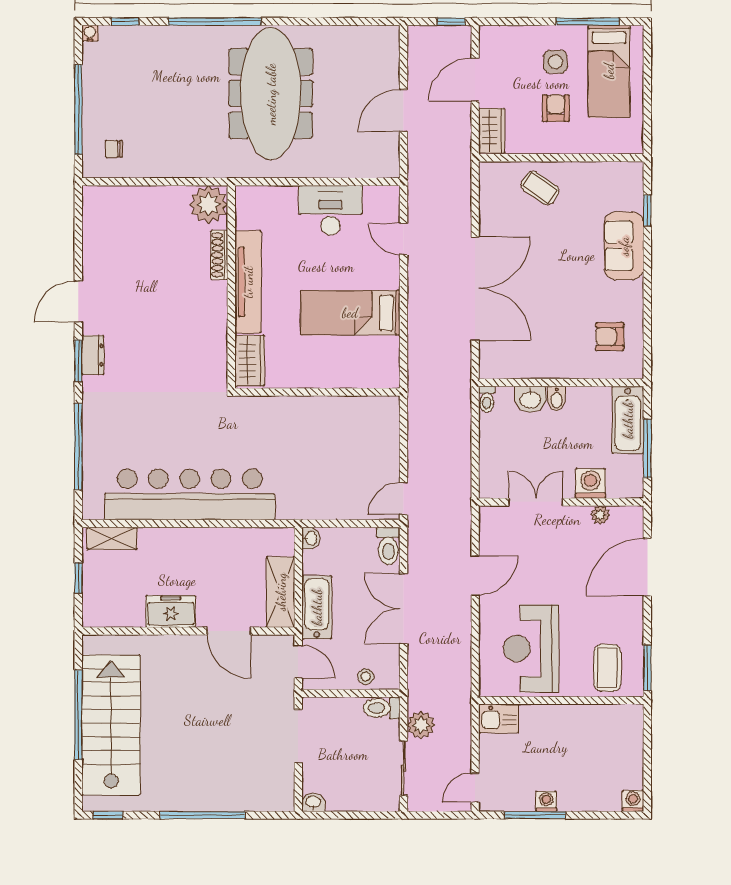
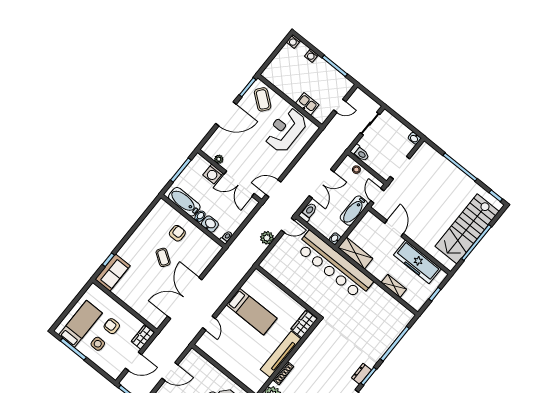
armchair: (556, 108) -> (112, 326), turned 90
coffee table: (540, 188) -> (163, 257), moved
desk: (330, 210) -> (228, 356), removed
sofa: (624, 246) -> (113, 272), moved
double door: (475, 289) -> (185, 298), moved
armchair: (610, 337) -> (177, 233), moved, turned -90
bathtub: (628, 420) -> (184, 202), moved, turned -90
bar counter: (190, 494) -> (334, 265), moved
double door: (536, 502) -> (239, 184), width x1.37
shelving: (112, 538) -> (394, 286), moved
door: (647, 567) -> (226, 114), moved
door: (475, 575) -> (273, 188), moved
shelving: (281, 592) -> (355, 253), moved, turned 90
freezer: (171, 611) -> (417, 262), width x1.91, depth x1.26
reception desk: (531, 649) -> (285, 130), turned 180
coffee table: (607, 668) -> (263, 99), turned -52
kitchen sink: (499, 718) -> (307, 104), moved
plant: (421, 725) -> (267, 238), moved
door: (475, 788) -> (340, 106), moved
washing machine: (546, 801) -> (311, 56), moved

